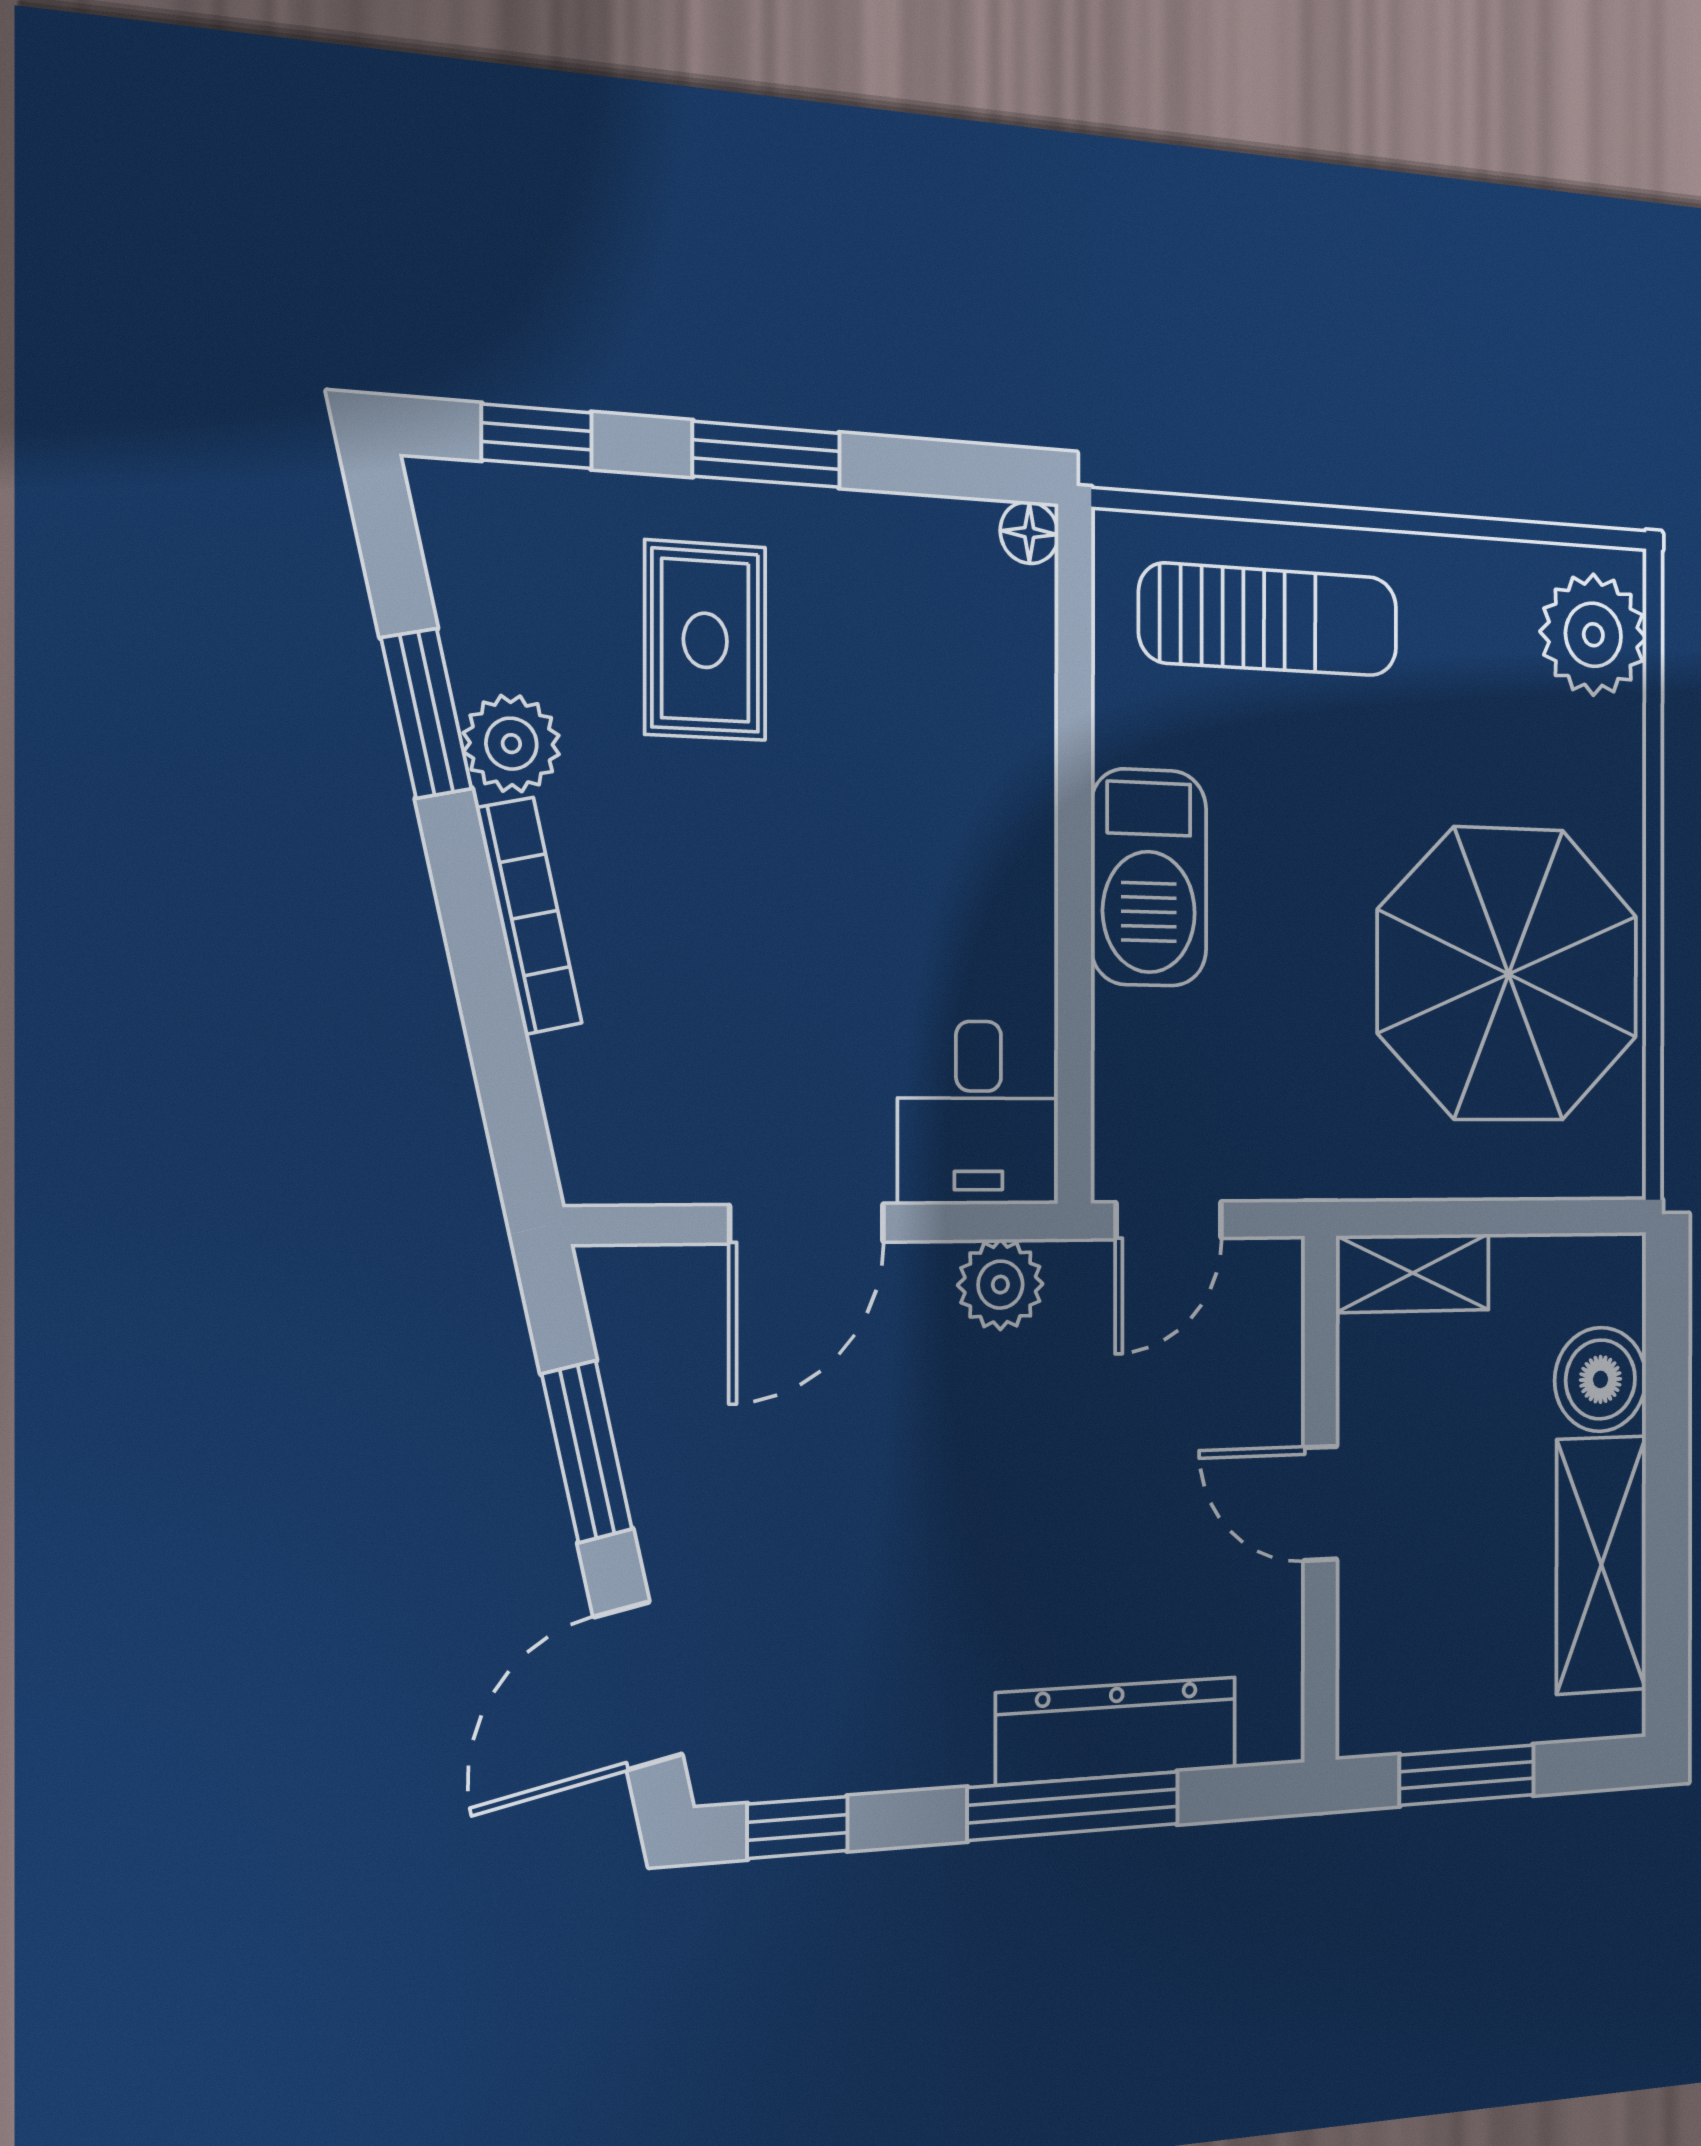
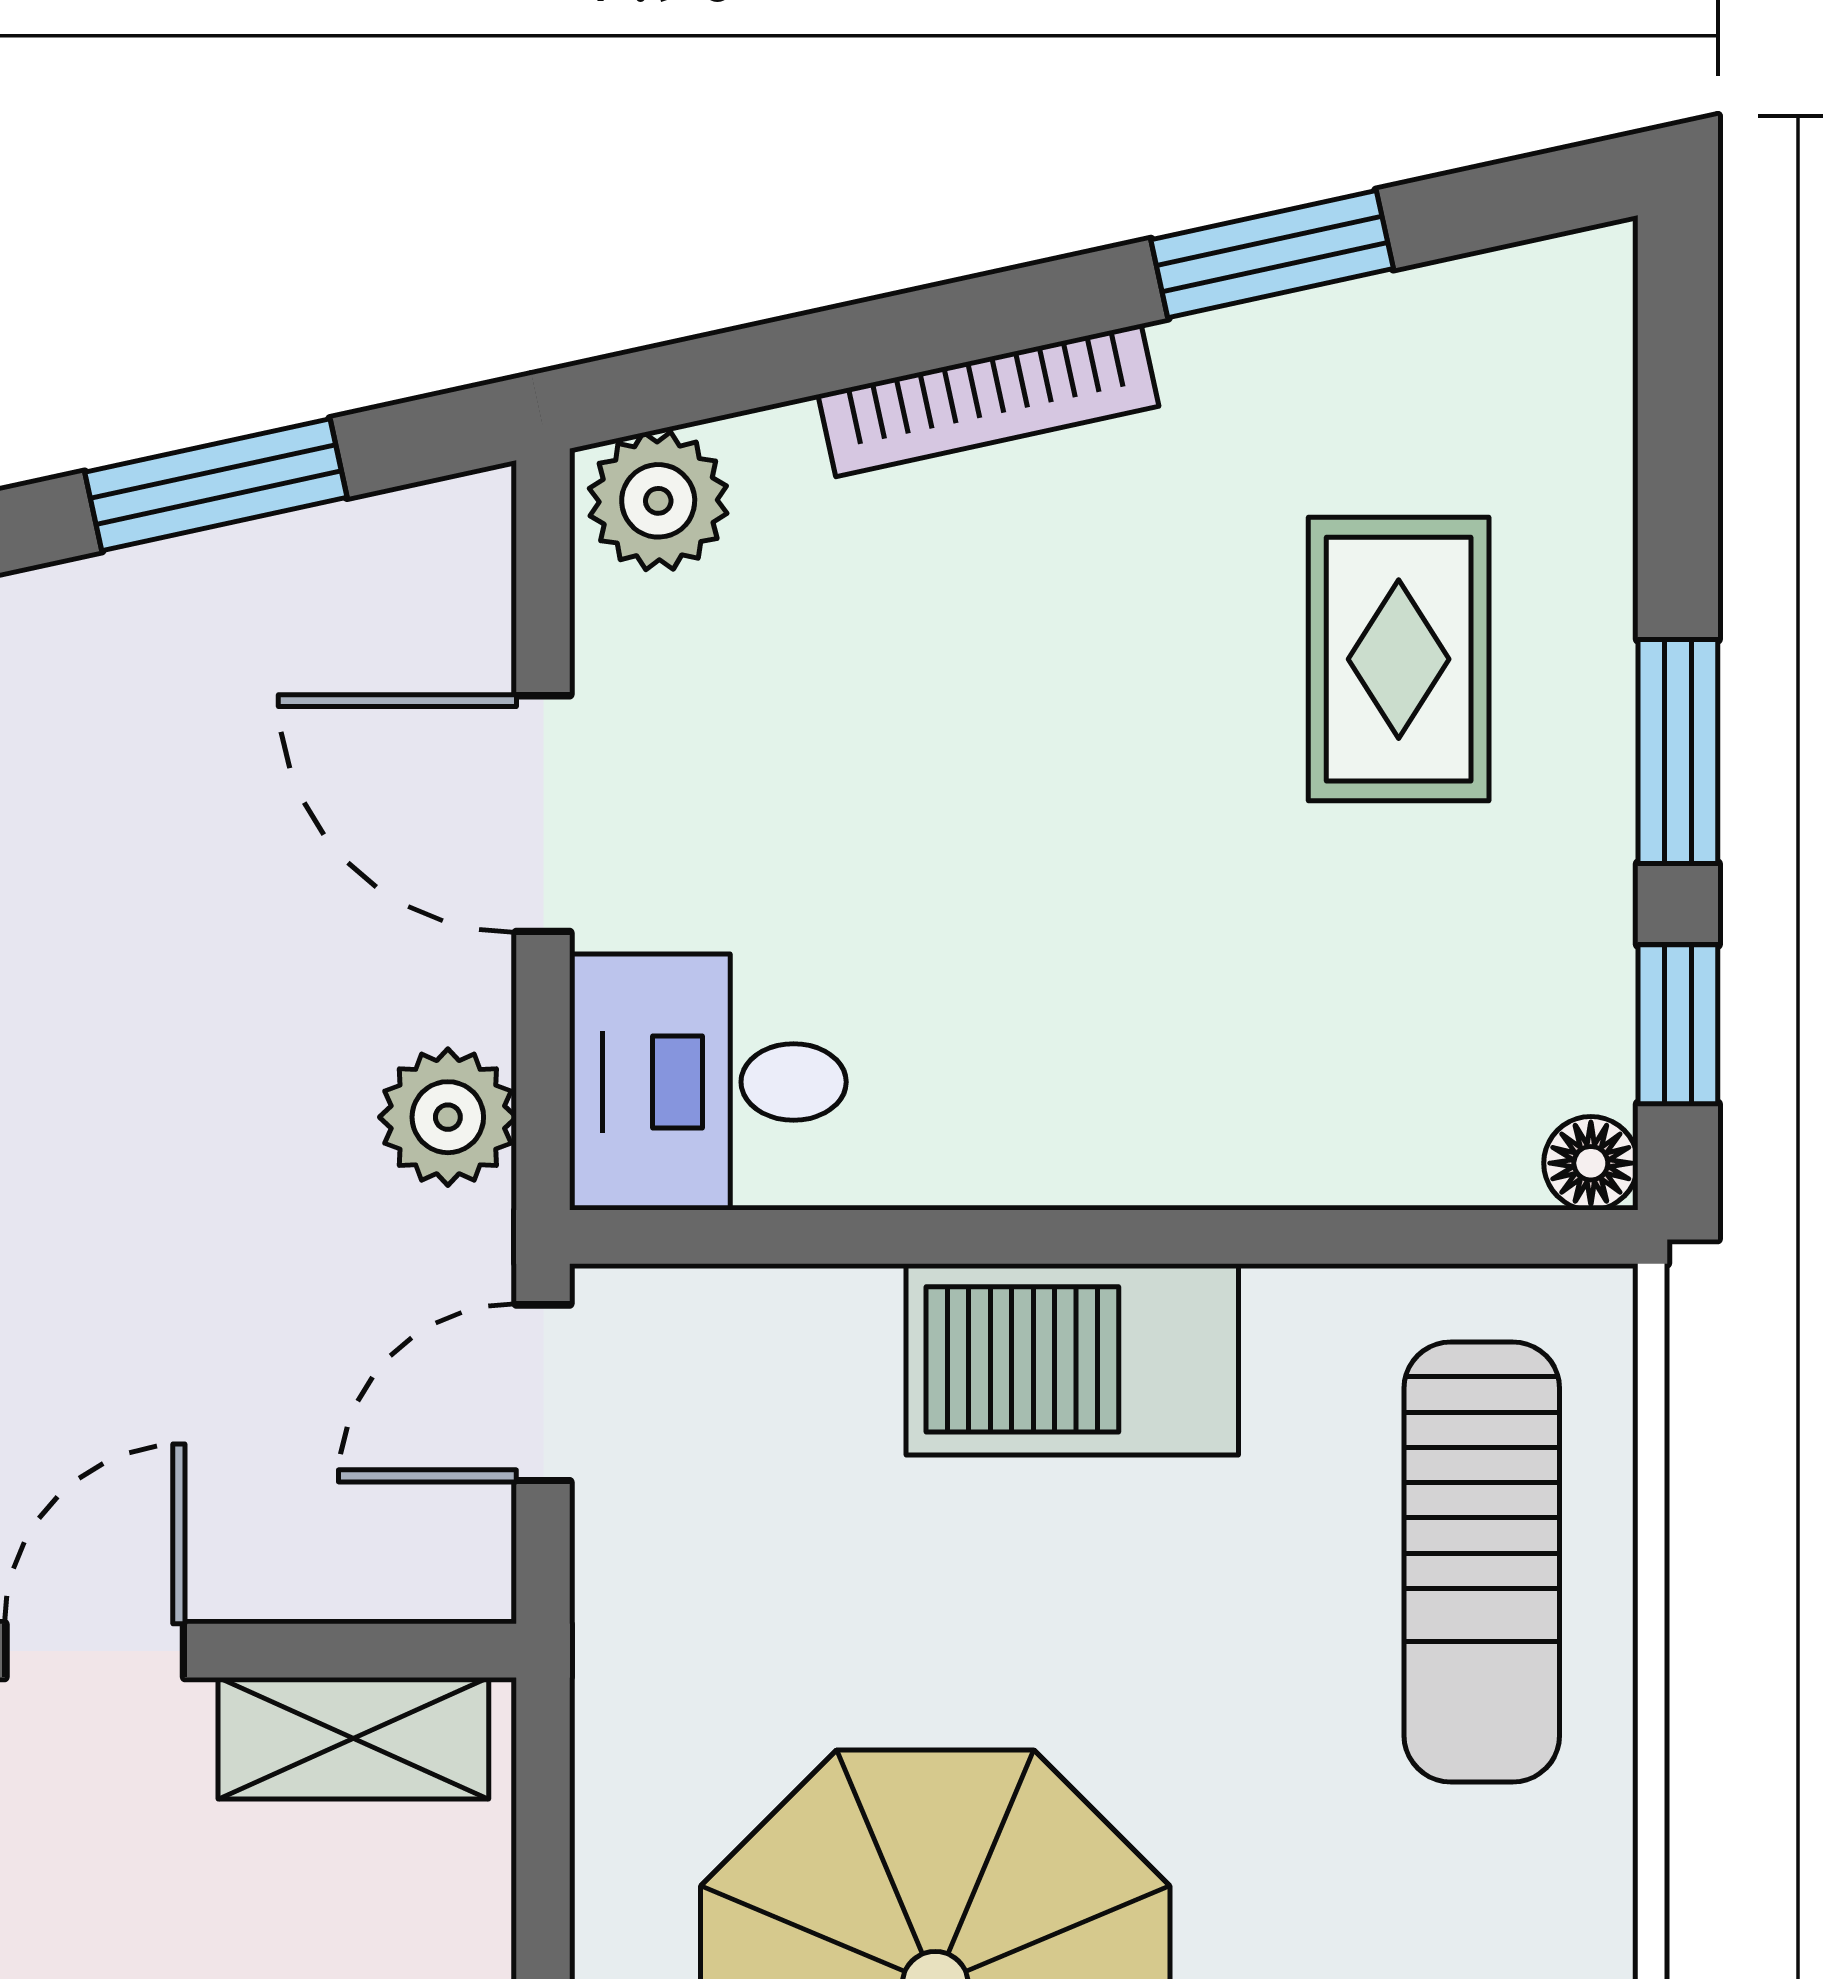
window: (537, 436) -> (1678, 1024), moved
rug: (705, 640) -> (1399, 659), turned 90
plant: (511, 744) -> (658, 501), moved
door: (1169, 1220) -> (543, 1393), hinge flipped
shelving: (1413, 1273) -> (353, 1738), moved, turned 90

